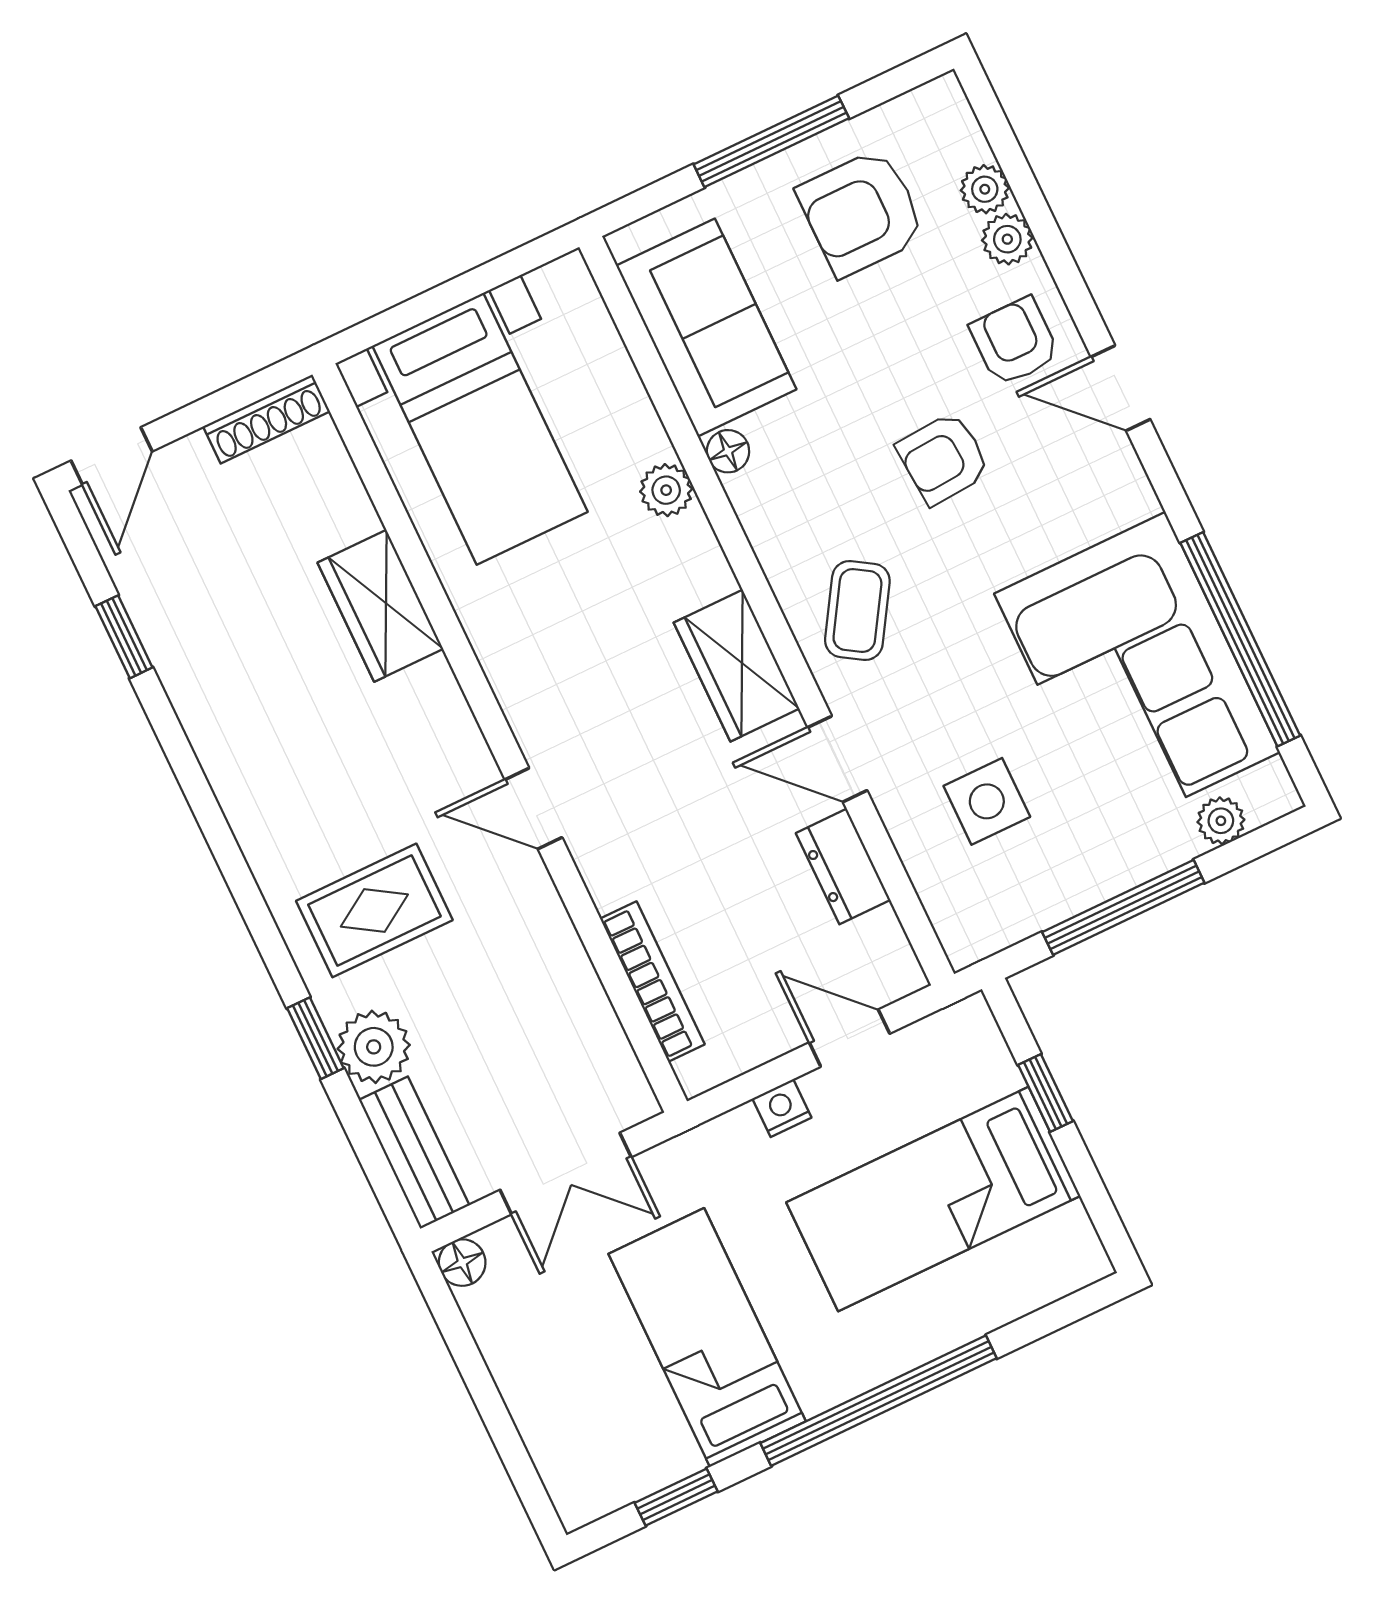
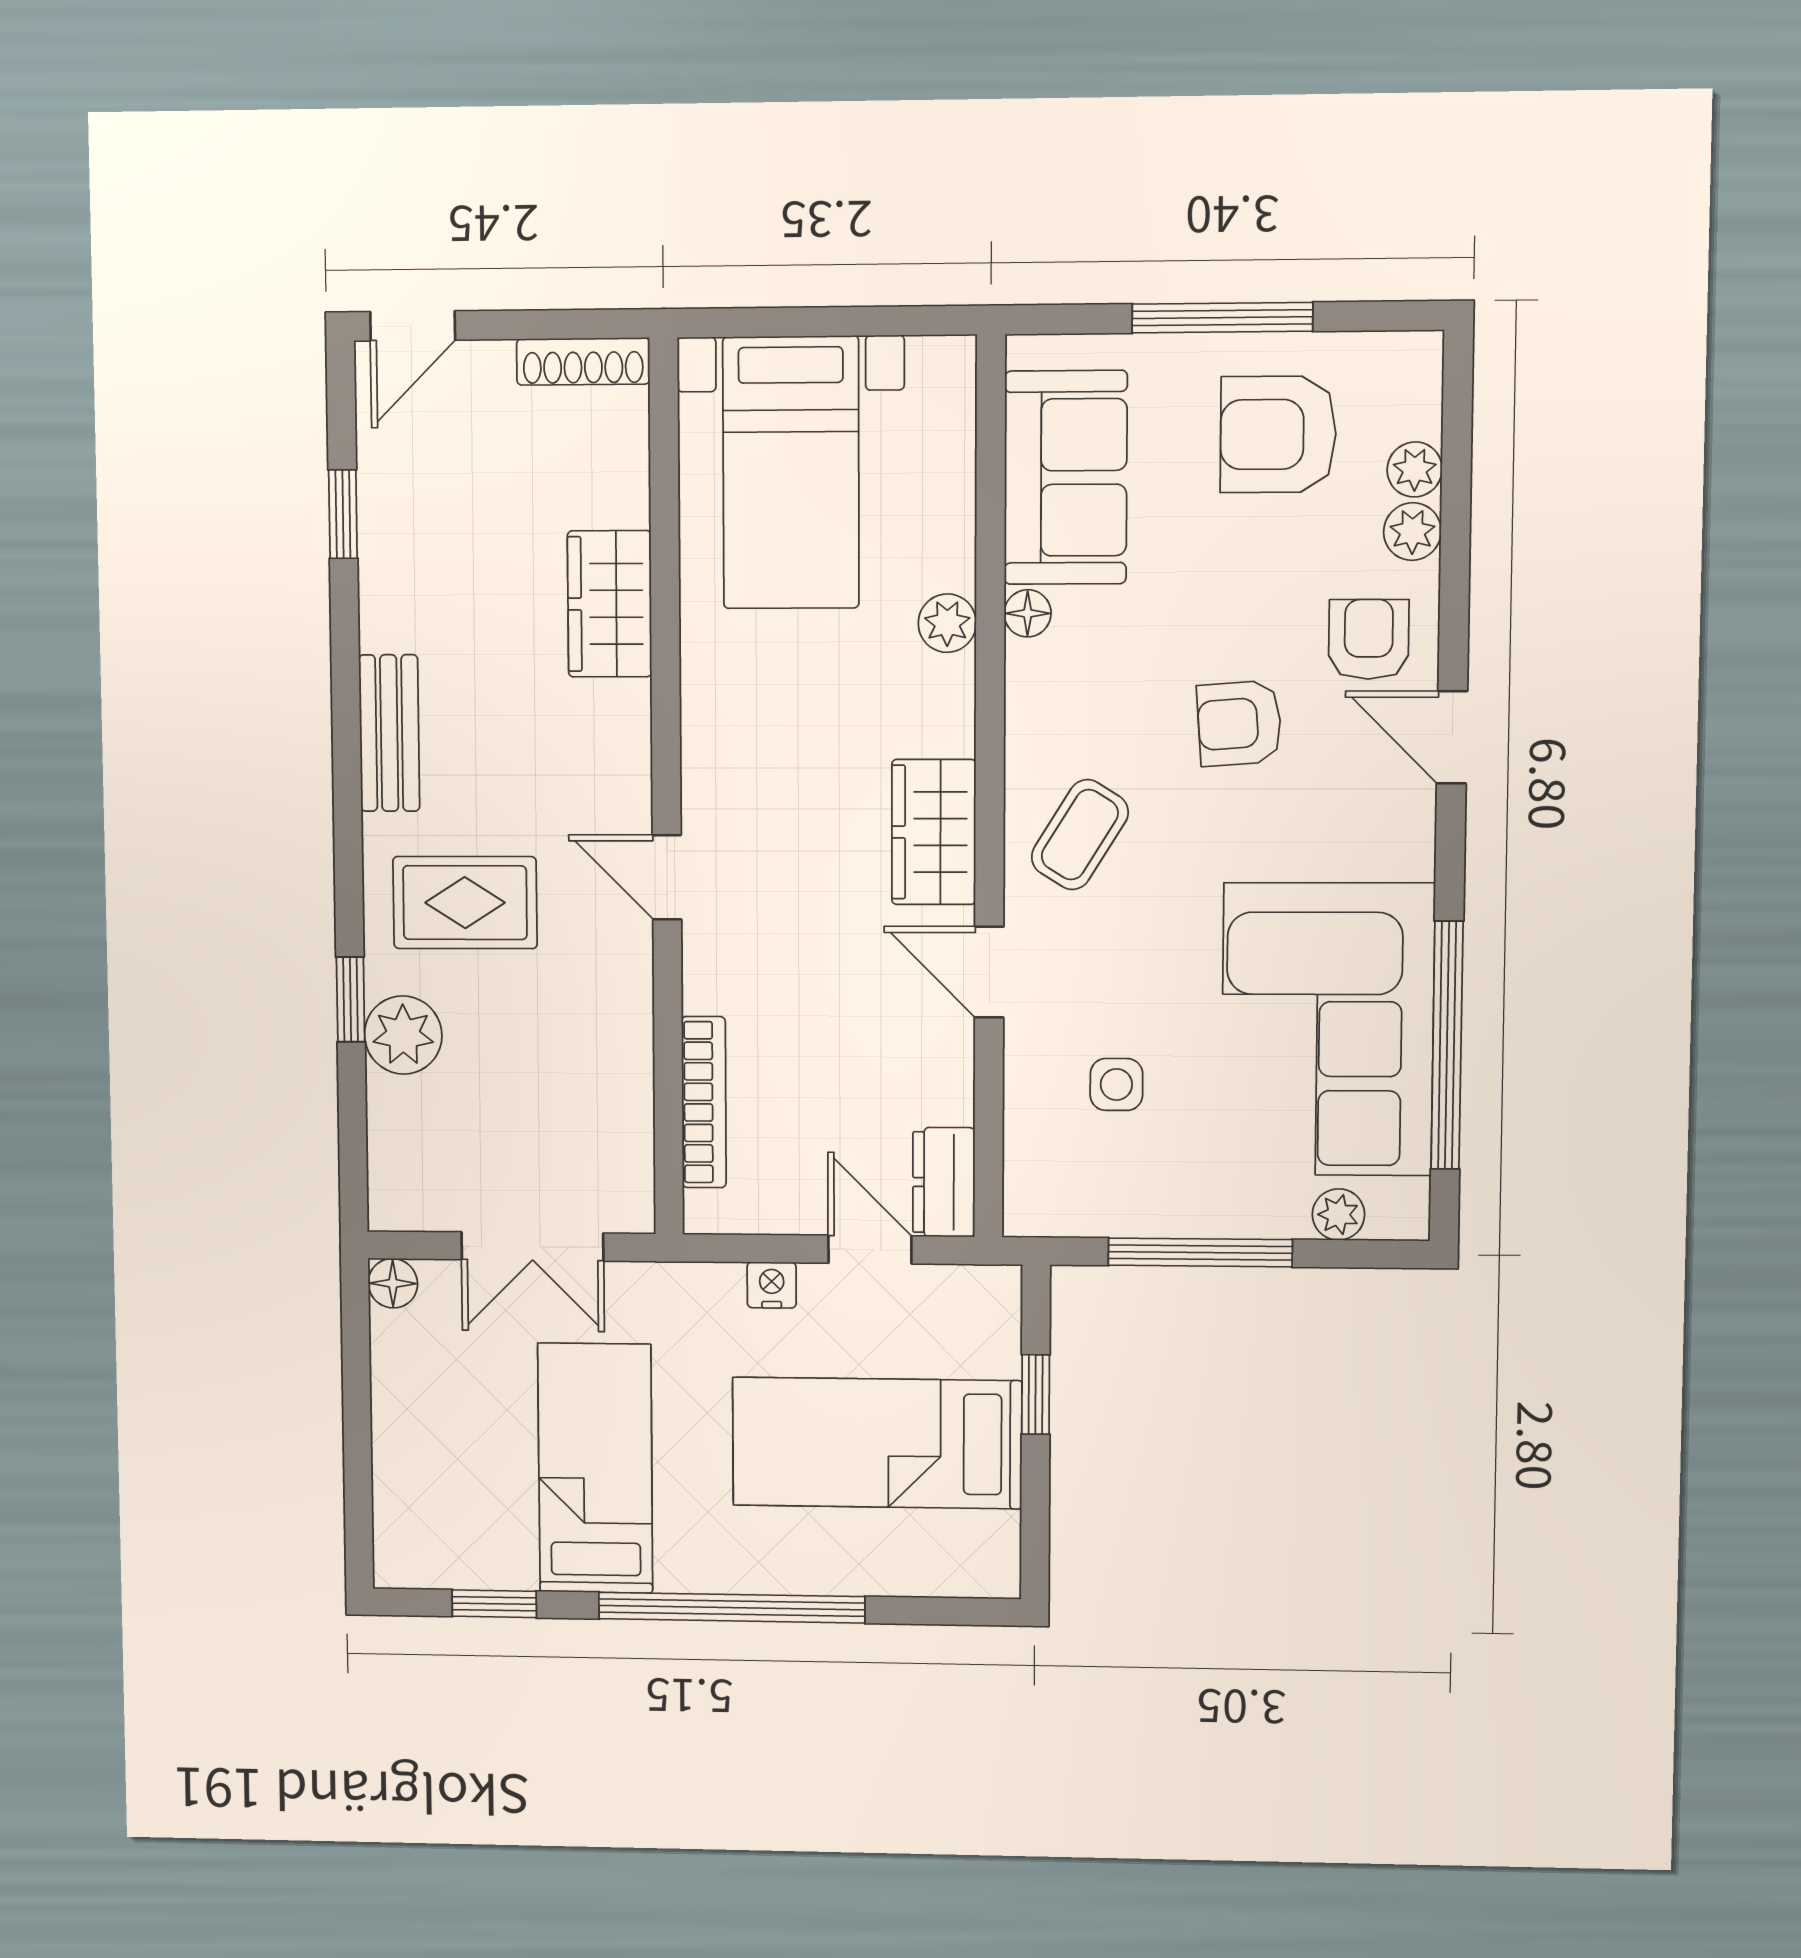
side table: (987, 801) -> (1116, 1084), width x0.73, depth x0.73
dresser: (843, 866) -> (944, 1182), moved
bench: (414, 1153) -> (389, 733), moved

